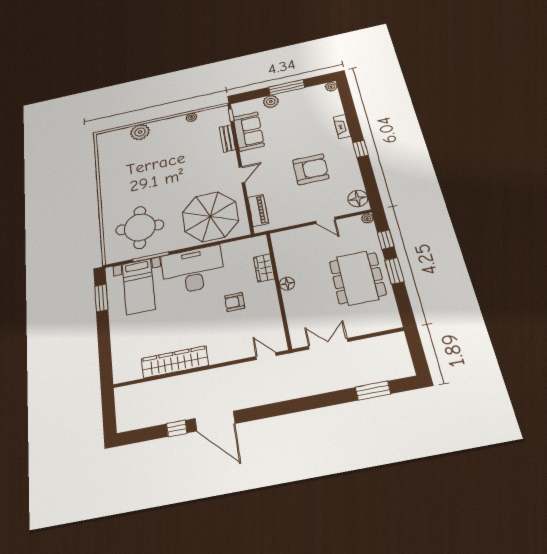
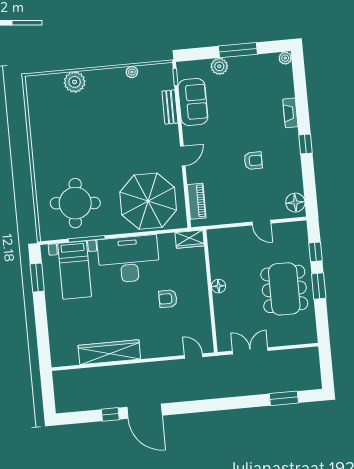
armchair: (311, 169) -> (253, 161), width x0.53, depth x0.53
plant: (367, 218) -> (301, 226), removed
wardrobe: (264, 268) -> (190, 239), moved, turned -90

